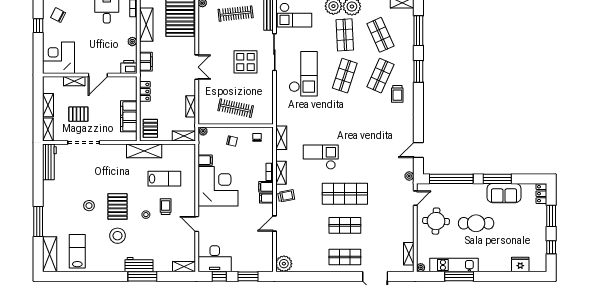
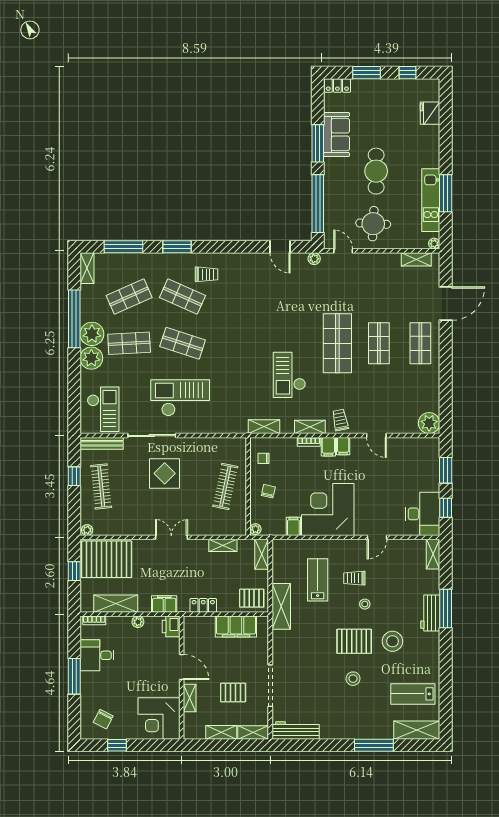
pallet: (78, 114) -> (233, 692), turned 90

